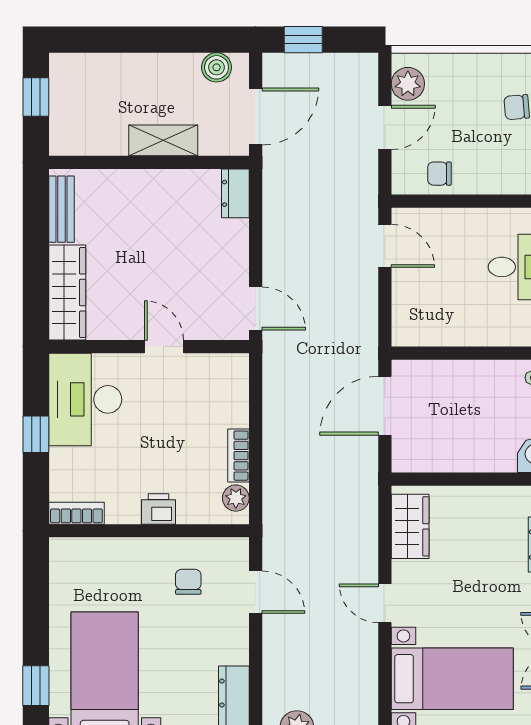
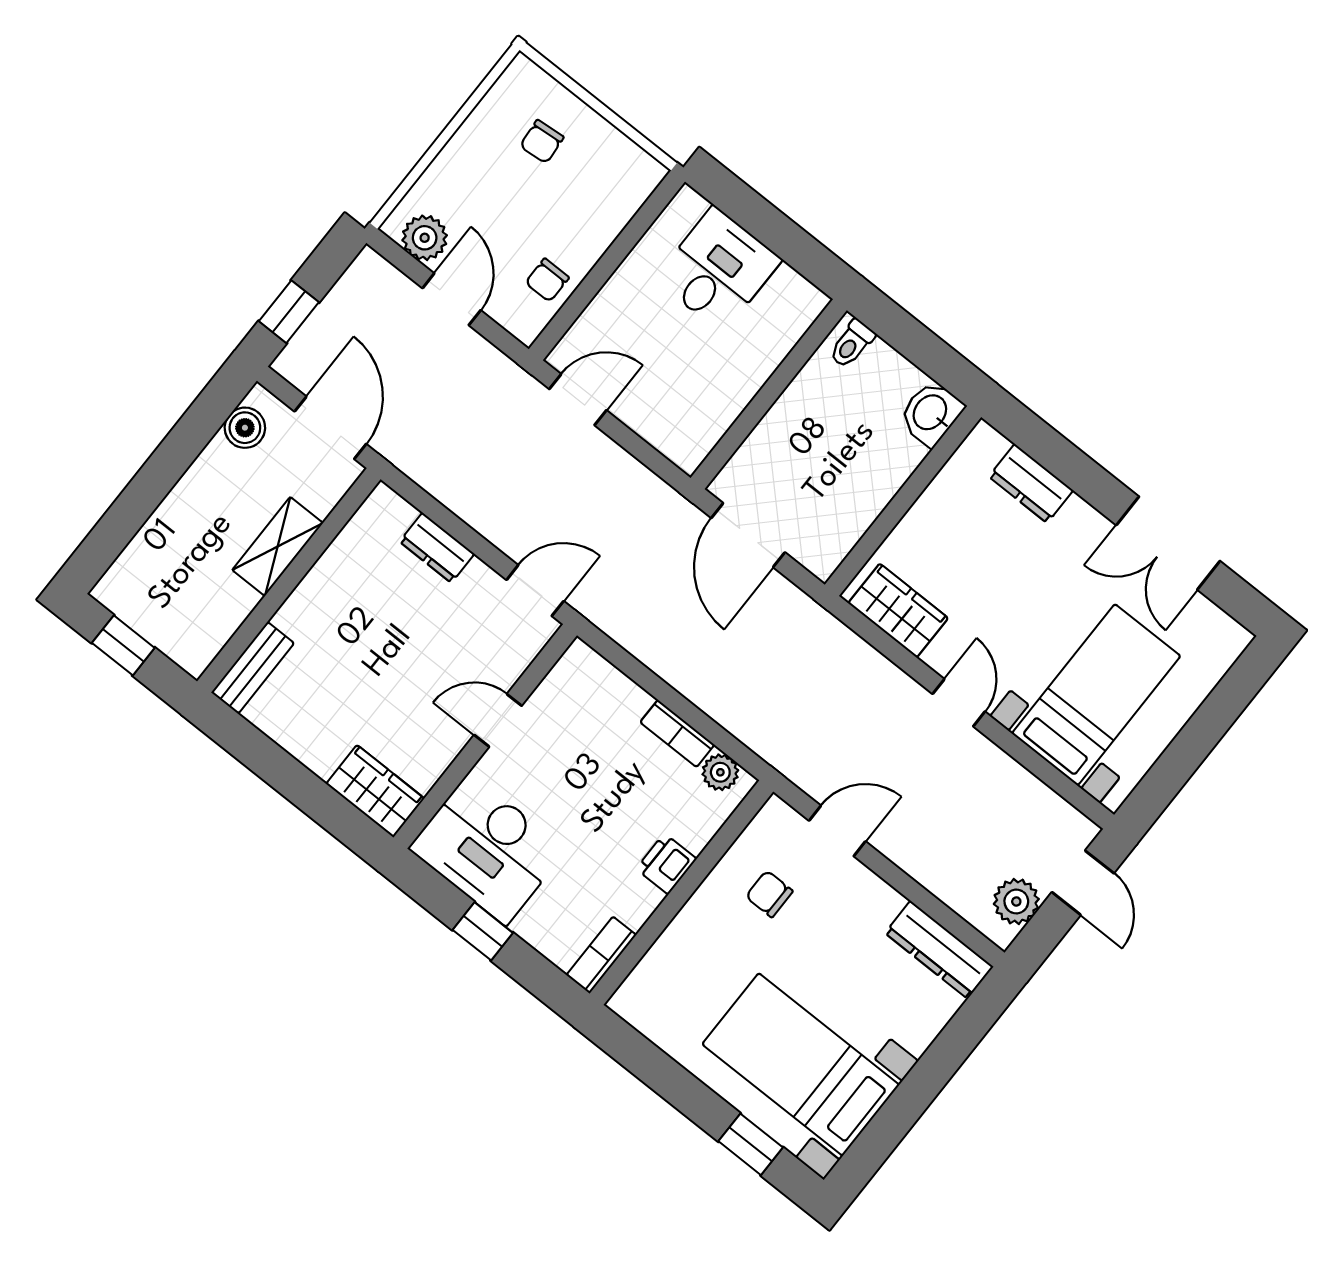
dresser: (235, 193) -> (437, 548), moved
bench: (61, 209) -> (253, 668), moved, turned 90
wardrobe: (67, 293) -> (375, 791), width x0.67
door: (385, 603) -> (959, 703), swing flipped

